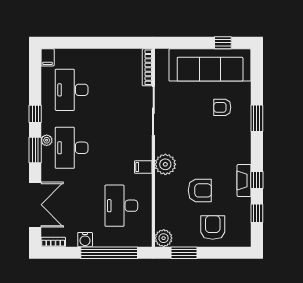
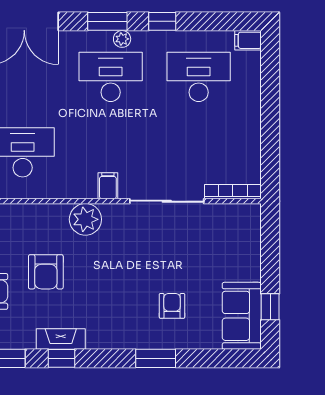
sofa: (210, 65) -> (242, 316), width x0.54, depth x0.79
filing cabinet: (143, 167) -> (108, 186), moved

